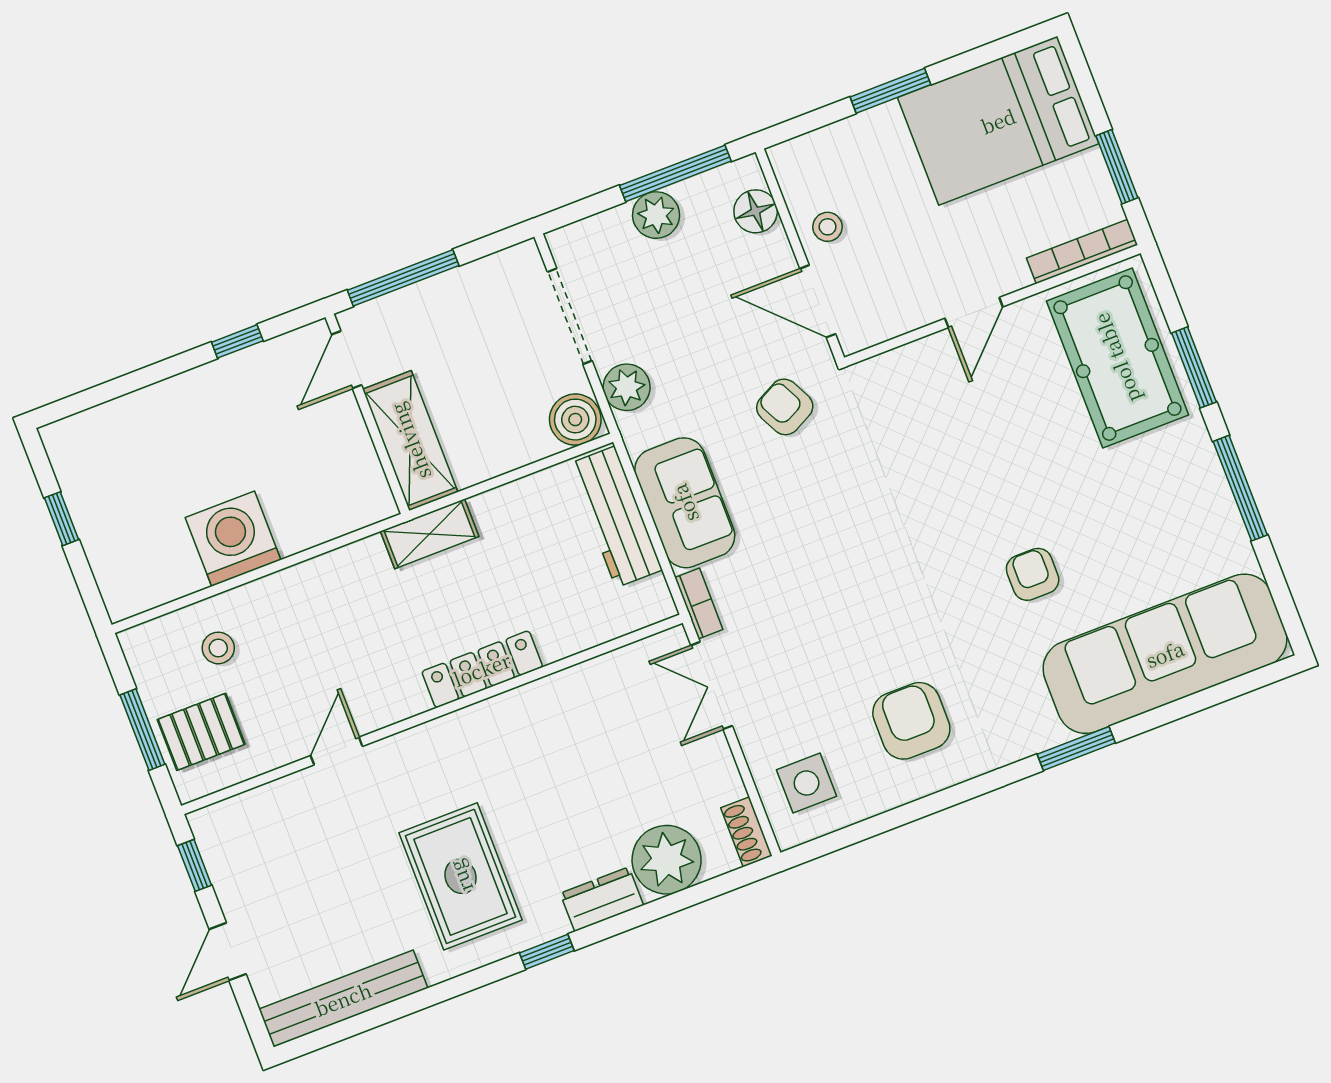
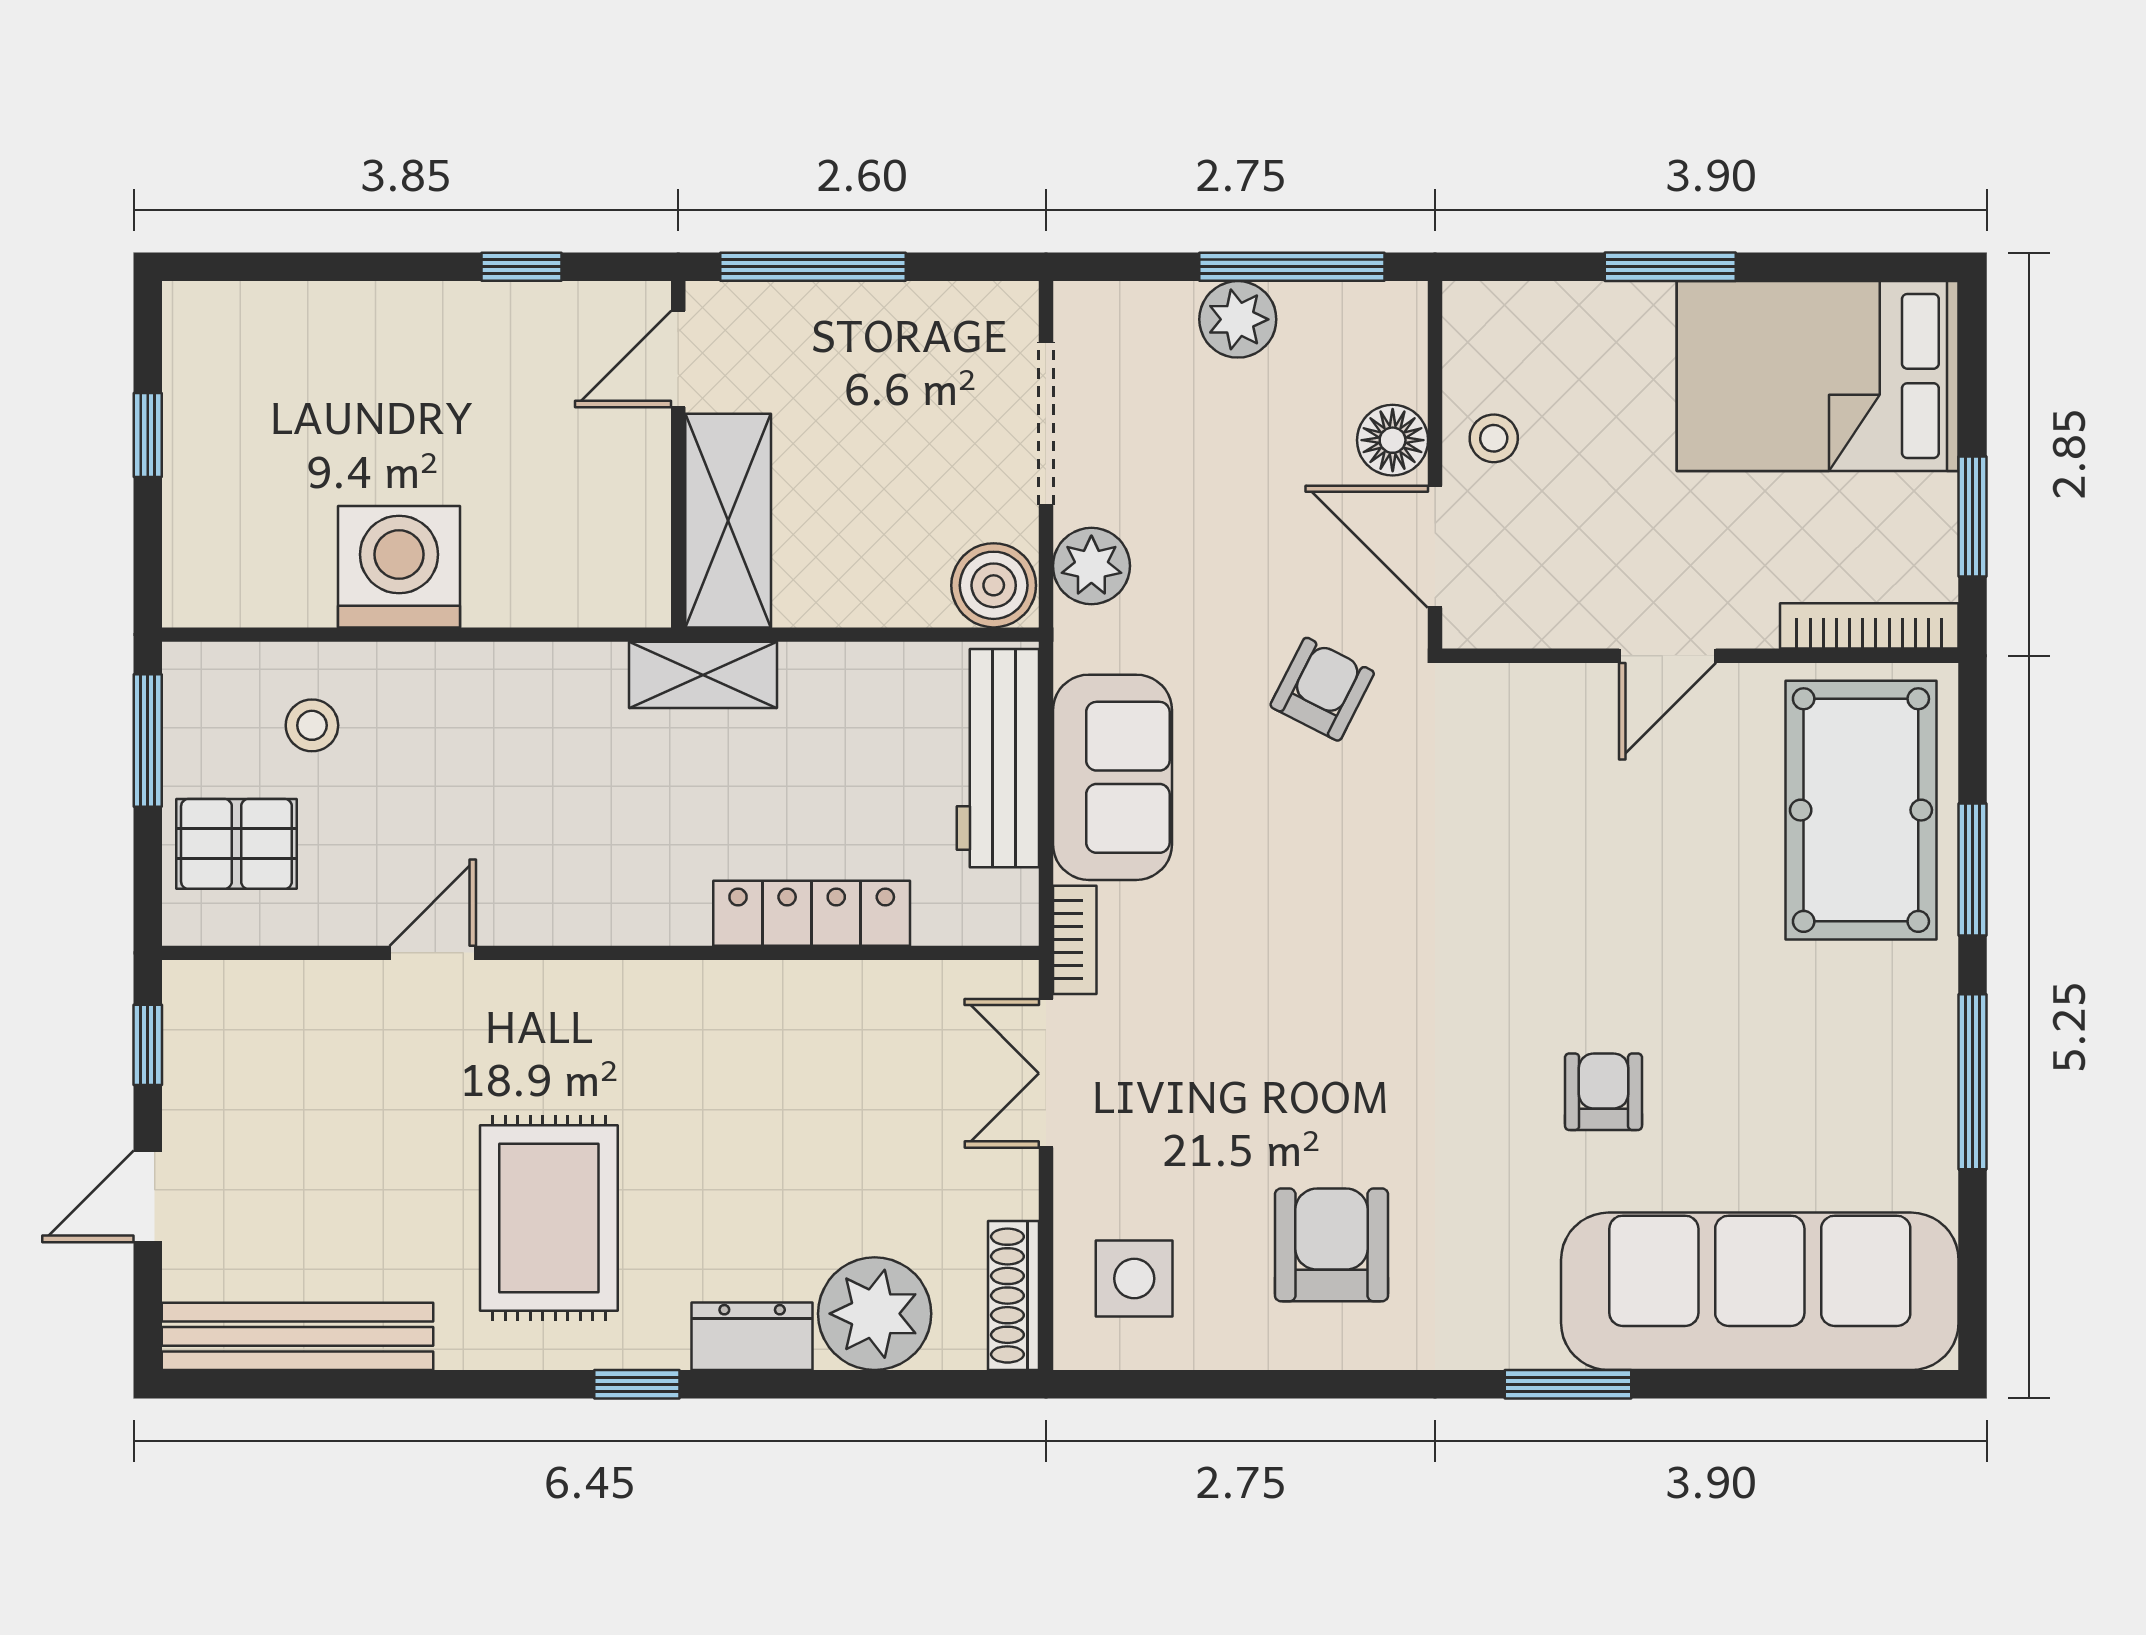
floor lamp: (756, 211) -> (1393, 440), moved
armchair: (785, 407) -> (1322, 689), turned 54
locker: (482, 669) -> (812, 913), moved
window: (142, 730) -> (148, 740), moved
shoe rack: (747, 832) -> (1014, 1296), width x1.43

